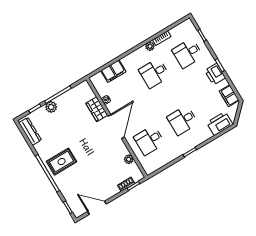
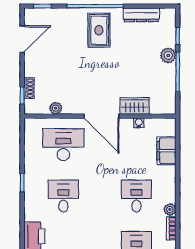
dresser: (30, 131) -> (141, 15), moved
desk: (149, 140) -> (63, 145), width x1.37

